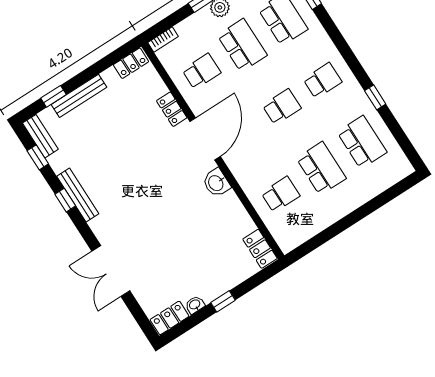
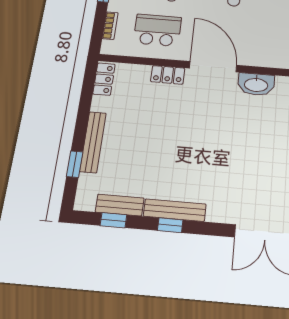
bookcase: (163, 40) -> (110, 26), moved
school desk: (201, 71) -> (157, 30), width x1.85
bench: (40, 136) -> (120, 205), moved
washbasin: (216, 183) -> (256, 84), width x1.38

